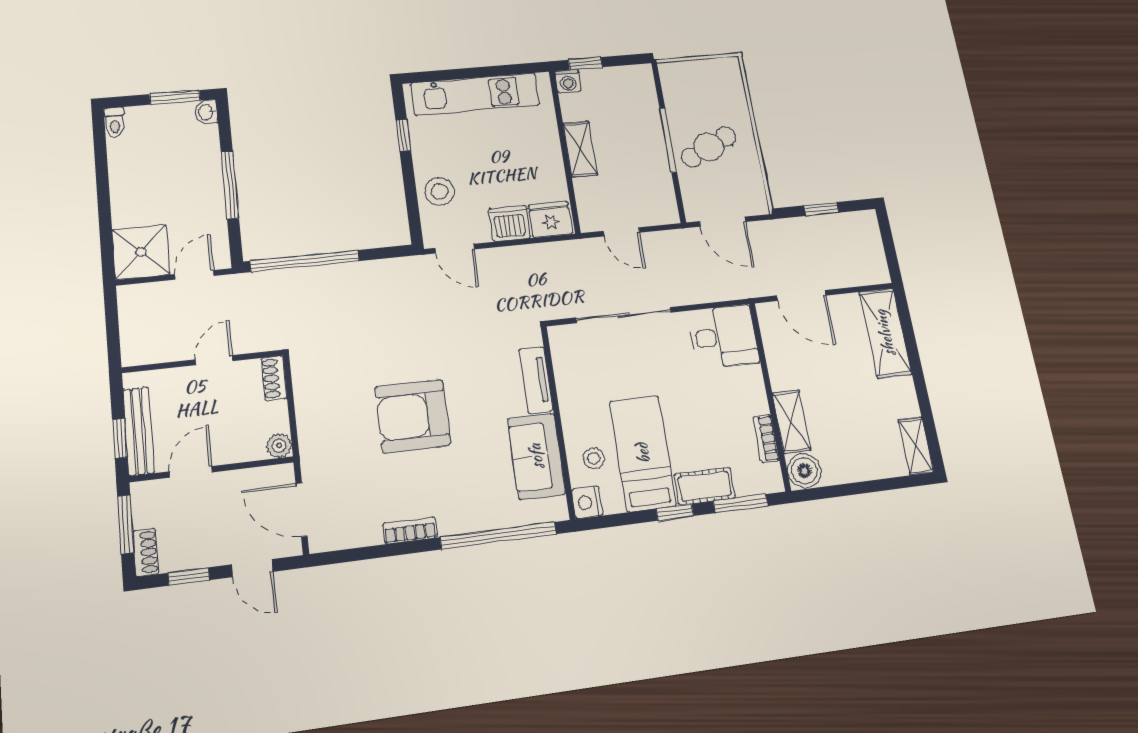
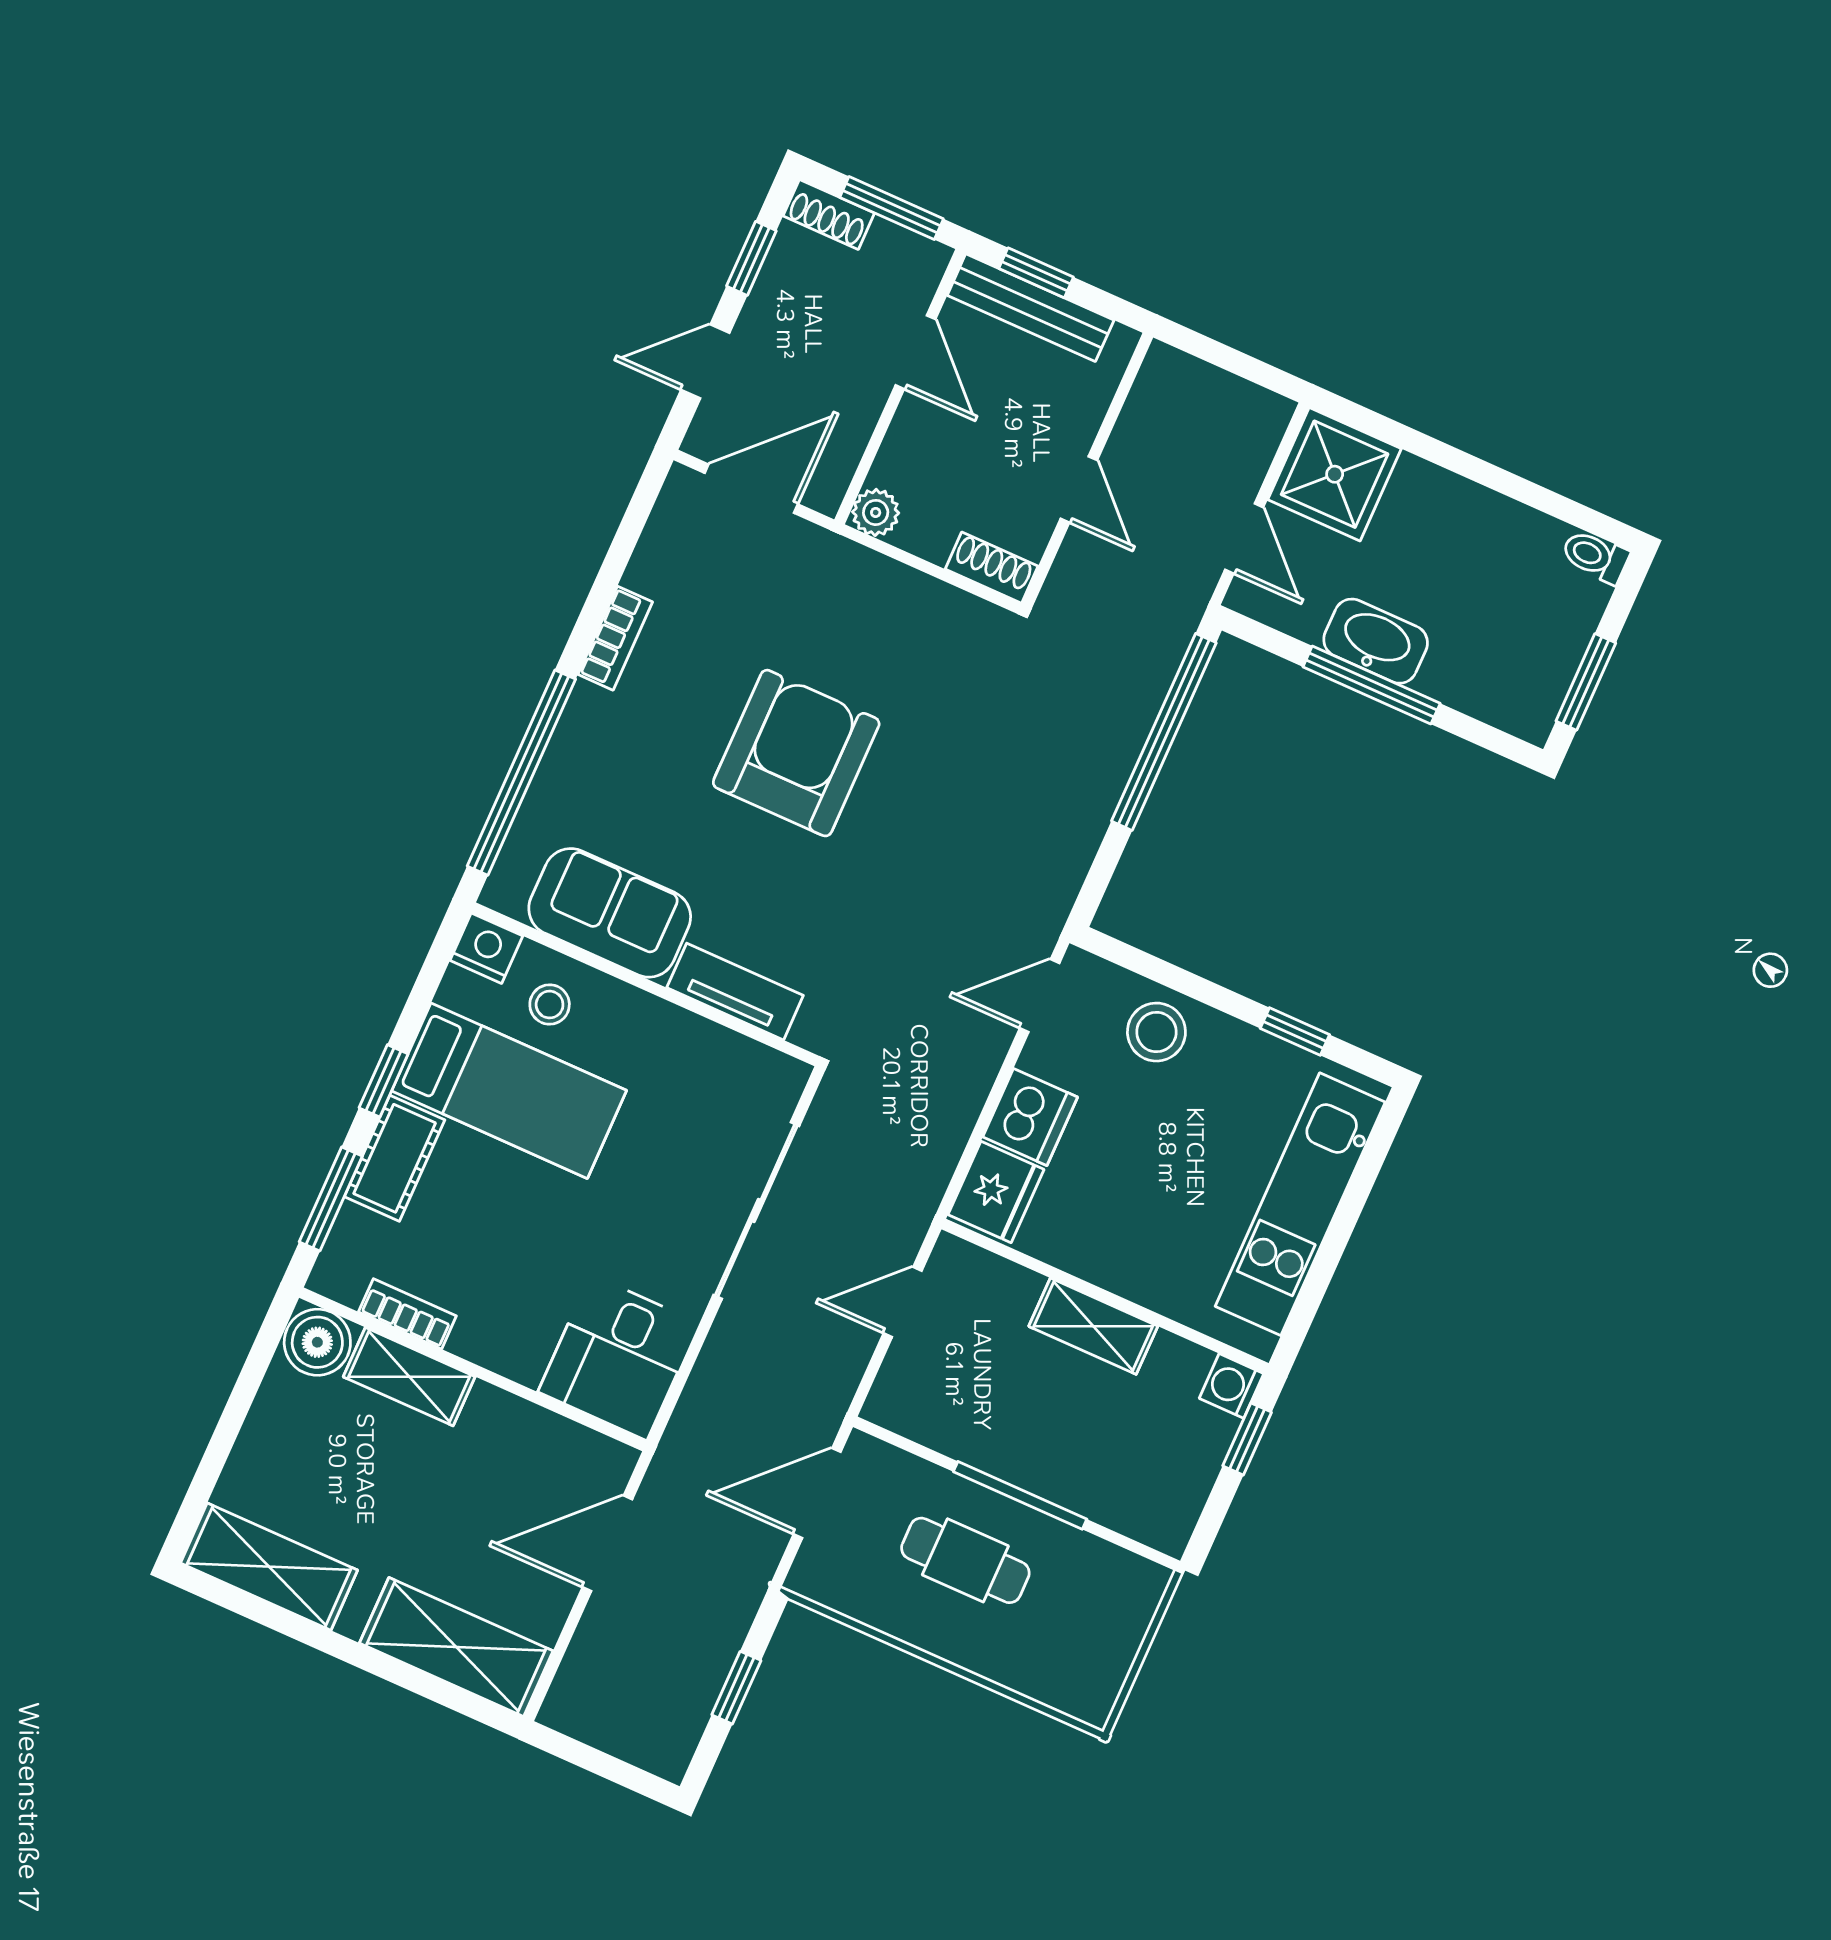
washbasin: (206, 112) -> (1376, 641), moved, width x1.91, depth x1.45
cafe table: (709, 147) -> (965, 1560), turned -64
shelving: (916, 446) -> (269, 1567), width x1.50, depth x1.33

